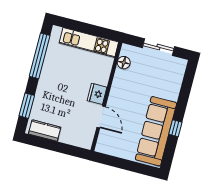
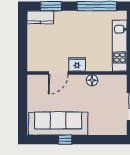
floor lamp: (124, 63) -> (92, 80), moved
kitchen counter: (45, 131) -> (40, 17), moved, turned 90

